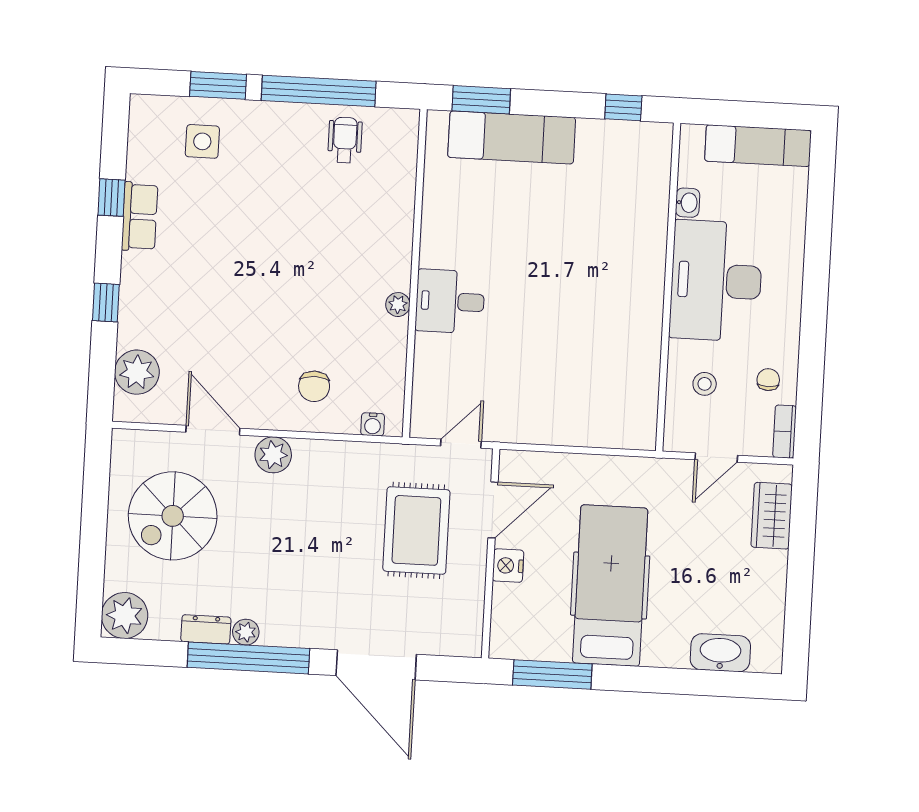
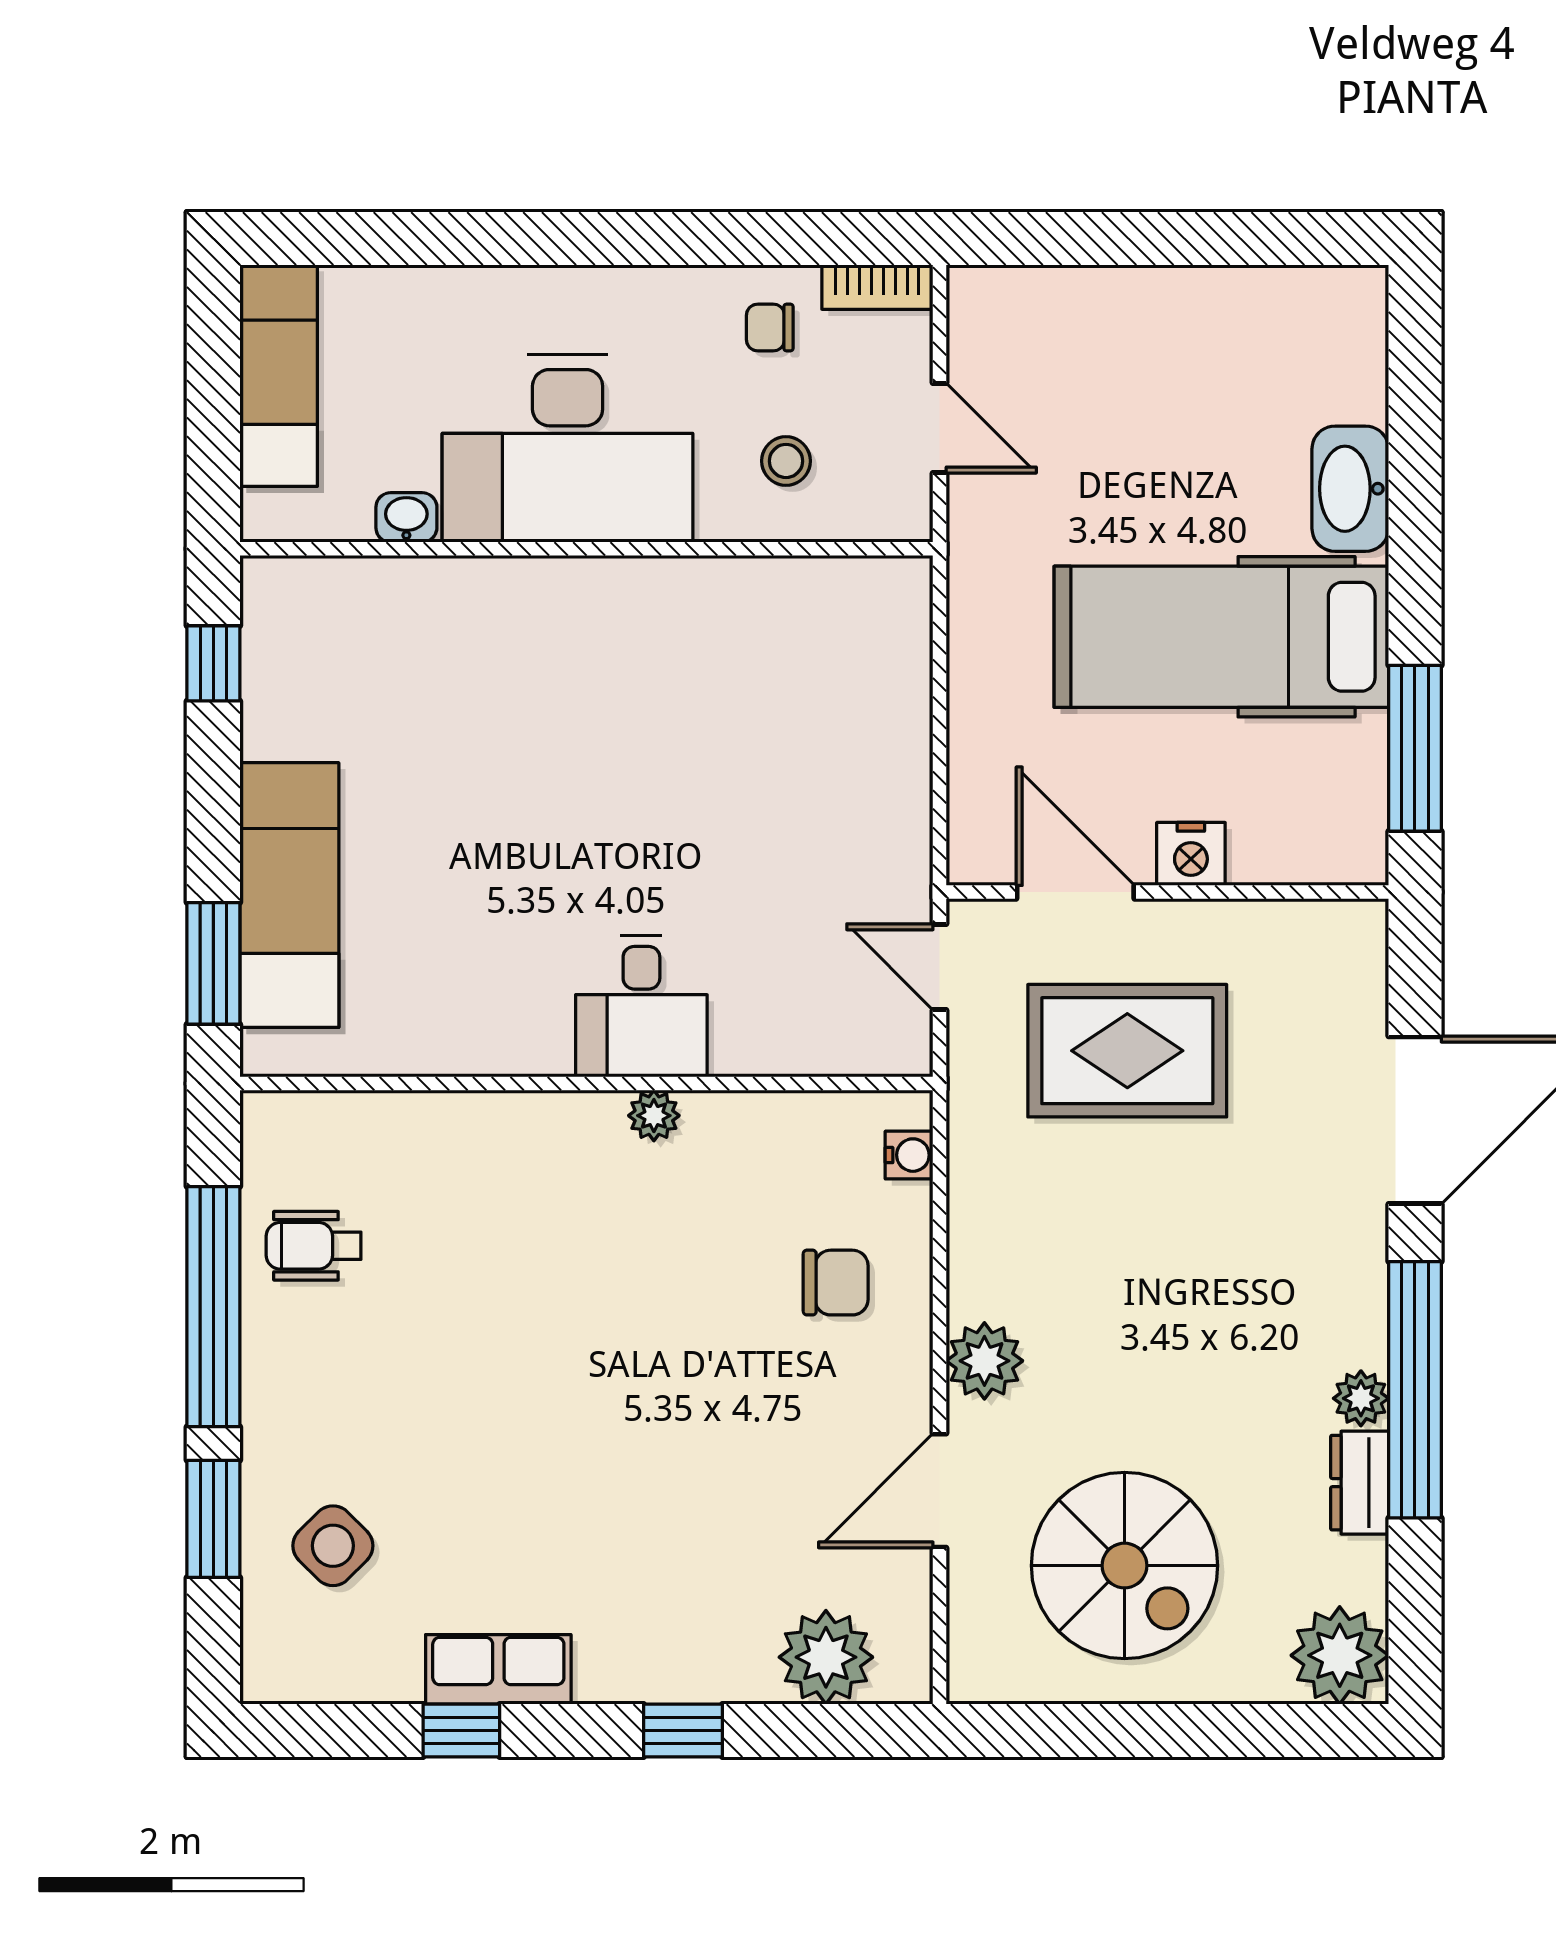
side table: (202, 141) -> (333, 1546), turned 45
wardrobe: (772, 516) -> (1056, 305), removed
washbasin: (720, 653) -> (1350, 489), moved

